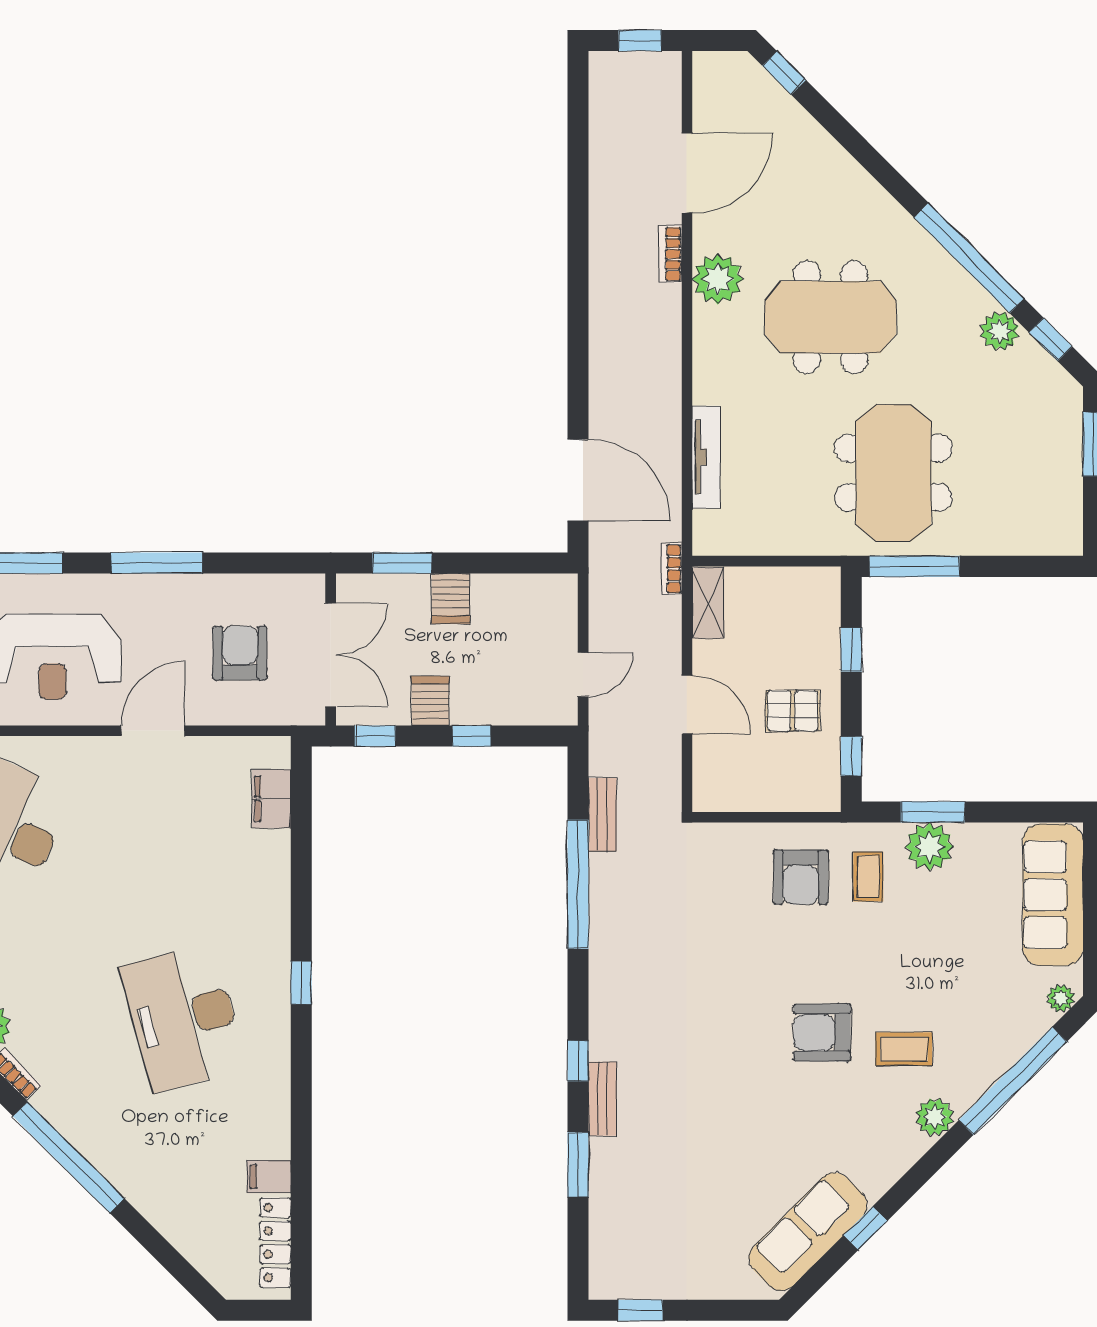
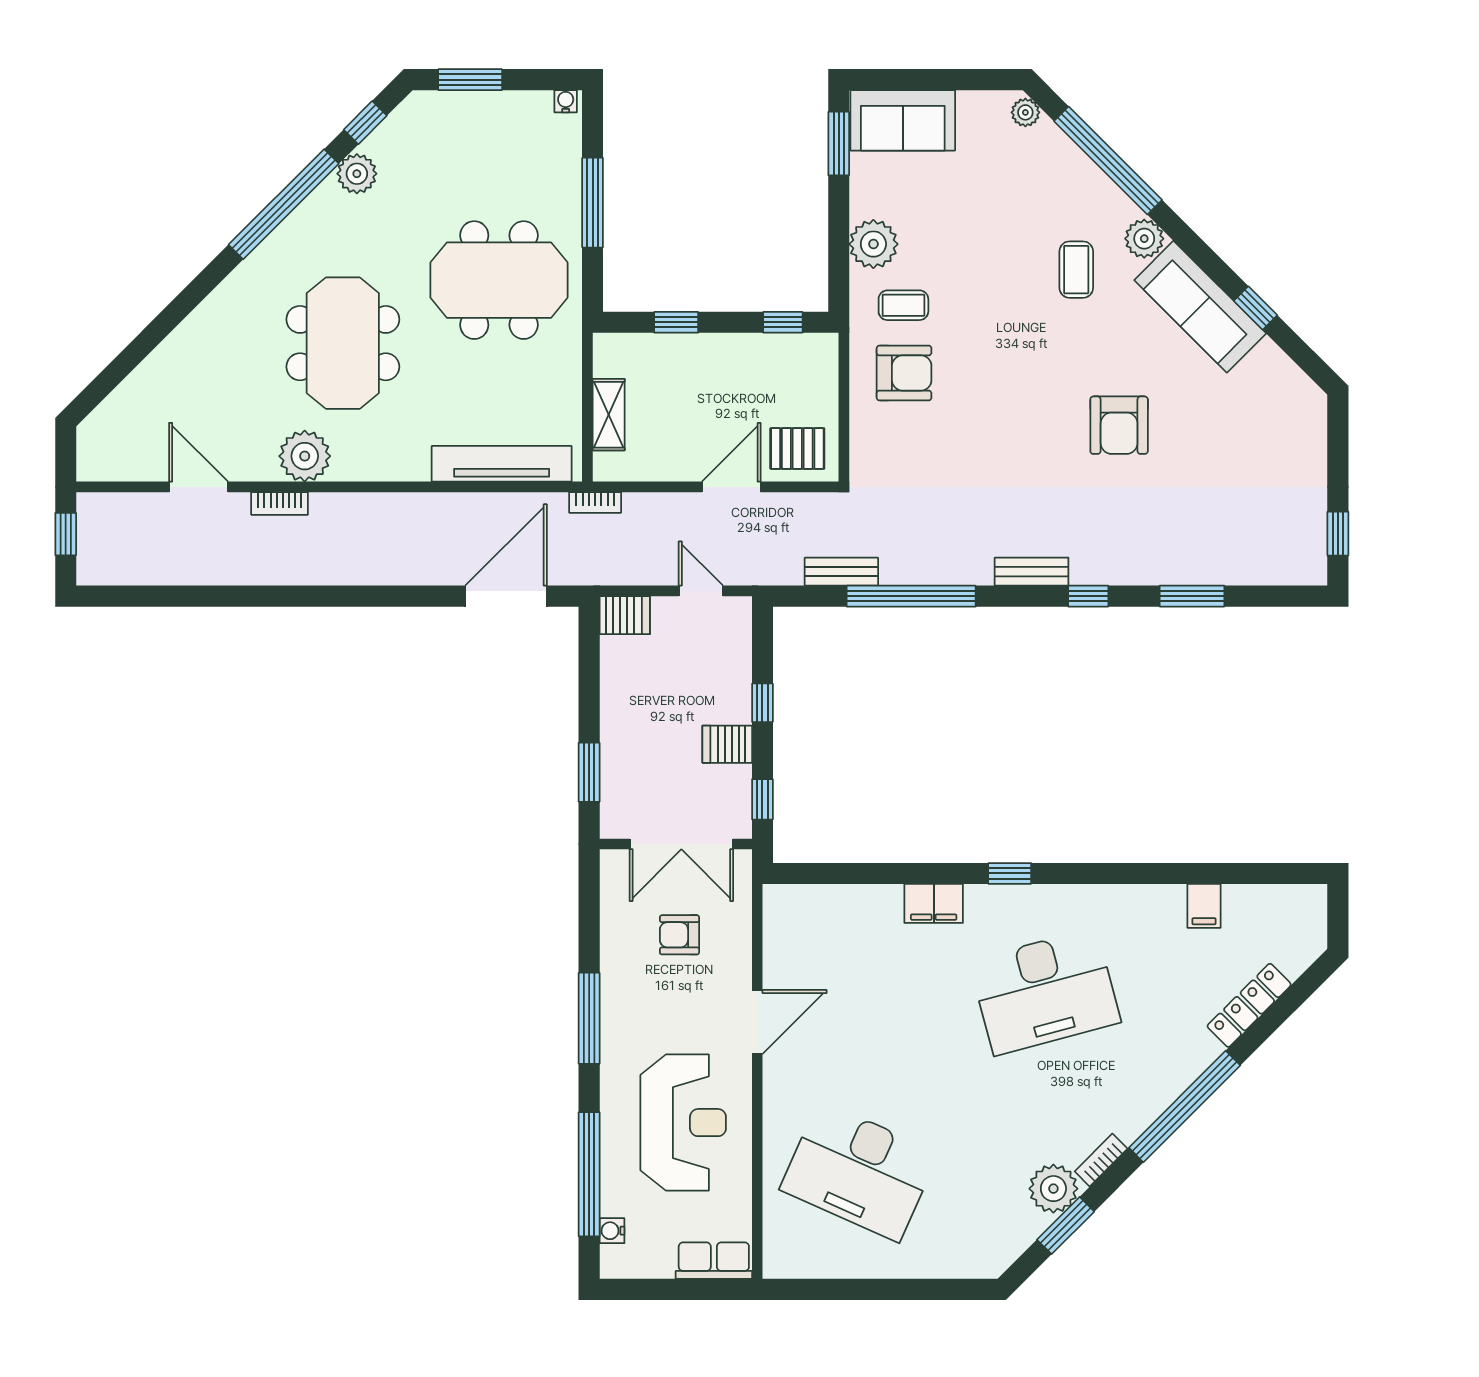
window: (784, 73) -> (98, 390), removed
door: (687, 173) -> (199, 487), width x0.73
tv unit: (706, 457) -> (502, 464), width x1.36, depth x1.29
water cooler: (1072, 539) -> (566, 101), added
window: (914, 566) -> (593, 203), moved
server rack: (451, 598) -> (625, 615), moved
shelving: (708, 603) -> (609, 415), moved, turned 90
armchair: (240, 653) -> (679, 935), width x0.72, depth x0.72
double door: (331, 655) -> (681, 844), swing flipped
pallet: (793, 711) -> (797, 449), moved, turned 90
door: (153, 731) -> (757, 1022), swing flipped
filing cabinet: (271, 799) -> (934, 903), moved
window: (933, 812) -> (839, 144), moved
sofa: (1053, 895) -> (903, 120), width x0.73
armchair: (822, 1033) -> (1119, 425), moved
bench: (602, 1099) -> (1032, 572), moved
sofa: (808, 1232) -> (1200, 307), moved
locker: (275, 1243) -> (1249, 1005), moved, turned 135

